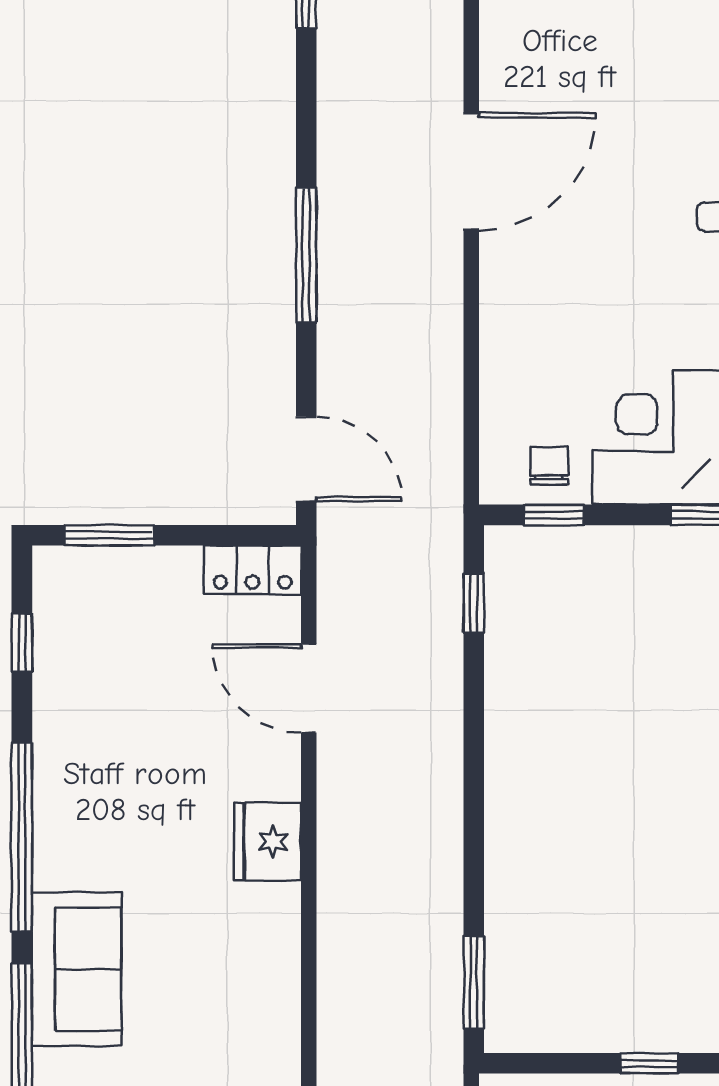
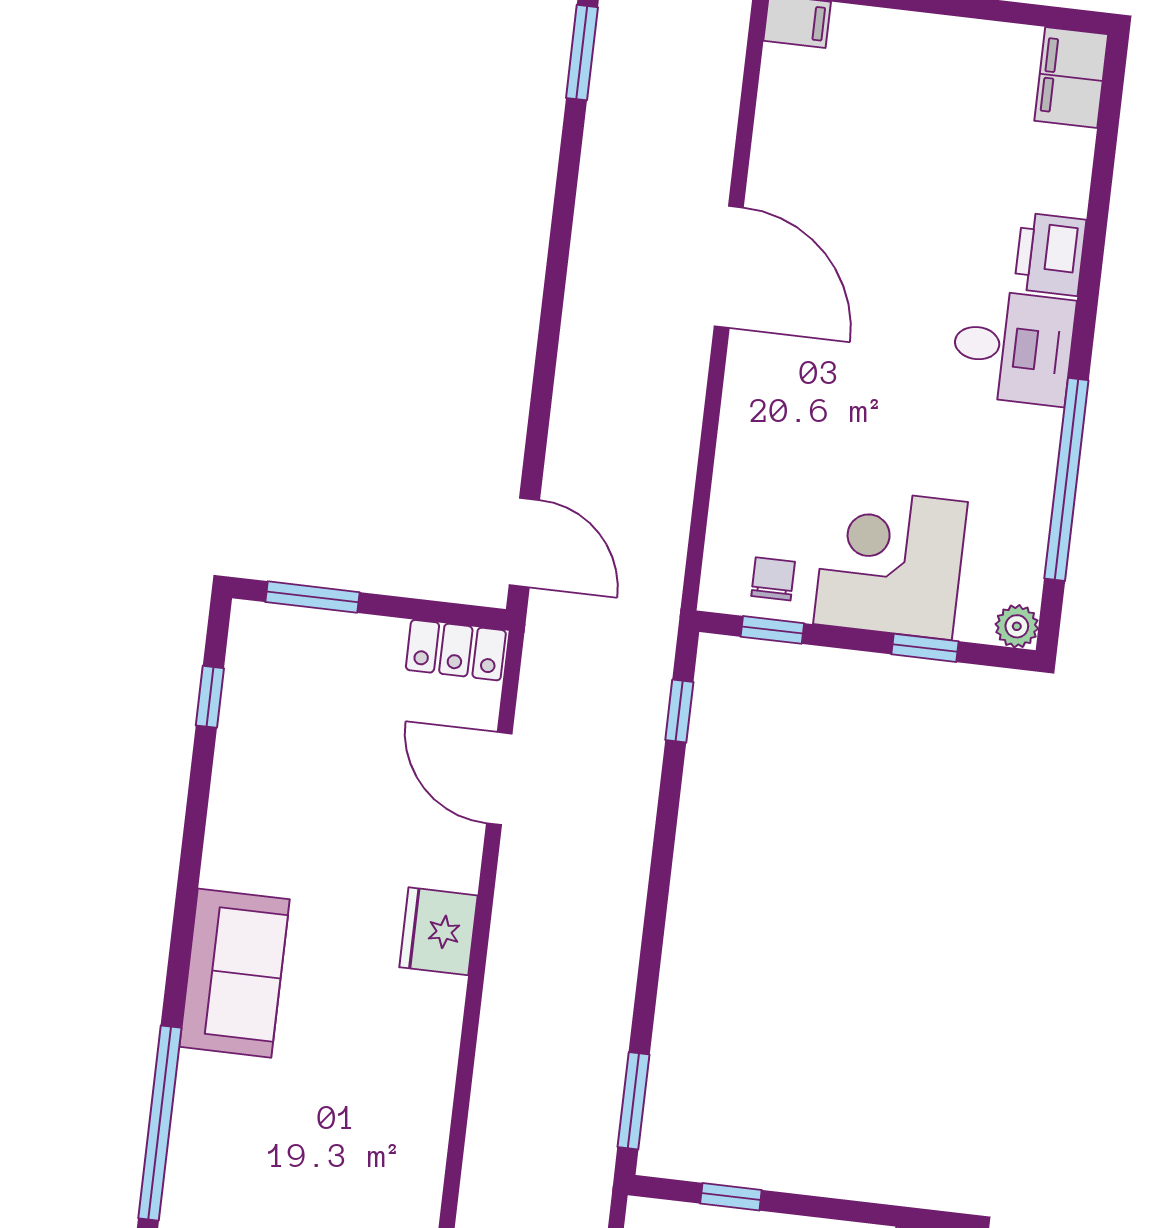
door: (471, 171) -> (729, 267), hinge flipped
window: (306, 255) -> (549, 333), removed
window: (22, 837) -> (186, 897), removed
sofa: (77, 969) -> (234, 973), moved
window: (649, 1063) -> (731, 1197), moved

